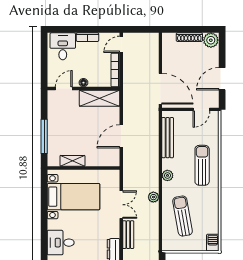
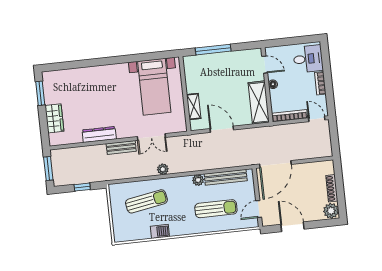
door: (201, 109) -> (259, 209), hinge flipped
shelving: (72, 161) -> (194, 107), moved
sun lounger: (202, 165) -> (216, 209), moved
plant: (167, 175) -> (198, 180), moved
desk: (61, 243) -> (105, 79), removed
barbecue: (213, 243) -> (160, 231), moved

